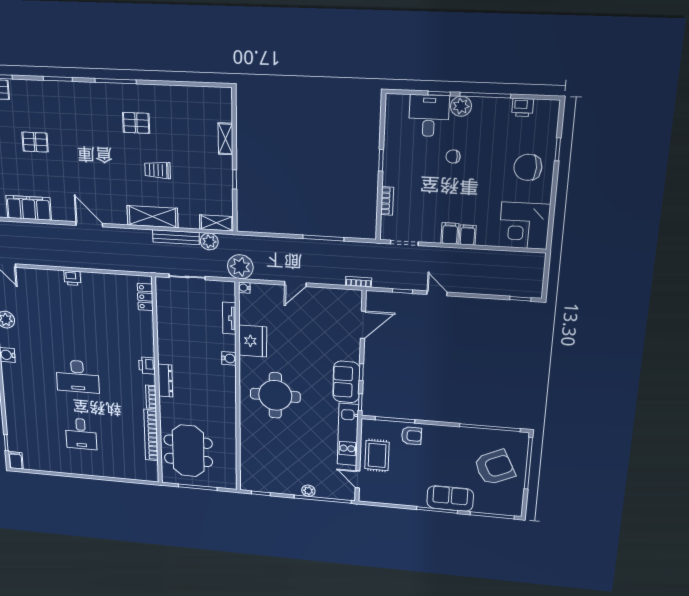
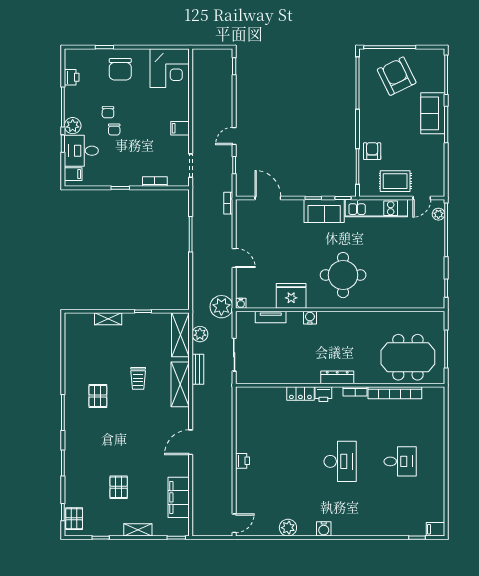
chair: (475, 150) -> (108, 112), added
shelving: (217, 223) -> (180, 335), width x1.50, depth x1.33
filing cabinet: (468, 235) -> (73, 174), moved, turned 180
bench: (176, 237) -> (198, 369), width x0.73
locker: (145, 297) -> (300, 394), moved
plant: (308, 491) -> (438, 214), moved

